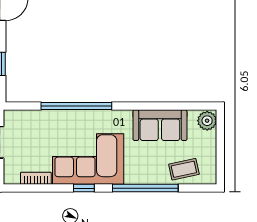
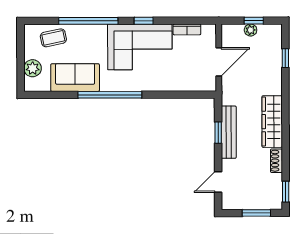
window: (76, 106) -> (110, 95), moved
plant: (207, 121) -> (33, 68), moved

